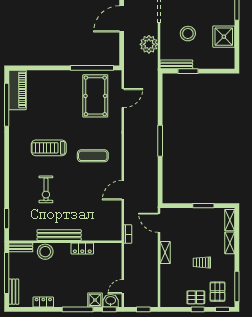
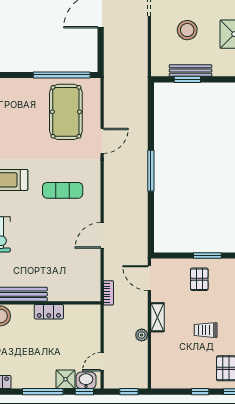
plant: (149, 44) -> (142, 335), moved, width x0.53, depth x0.53
bench: (176, 64) -> (190, 71), moved
door: (123, 98) -> (102, 141), moved
pallet: (196, 297) -> (199, 279), moved, turned 90

